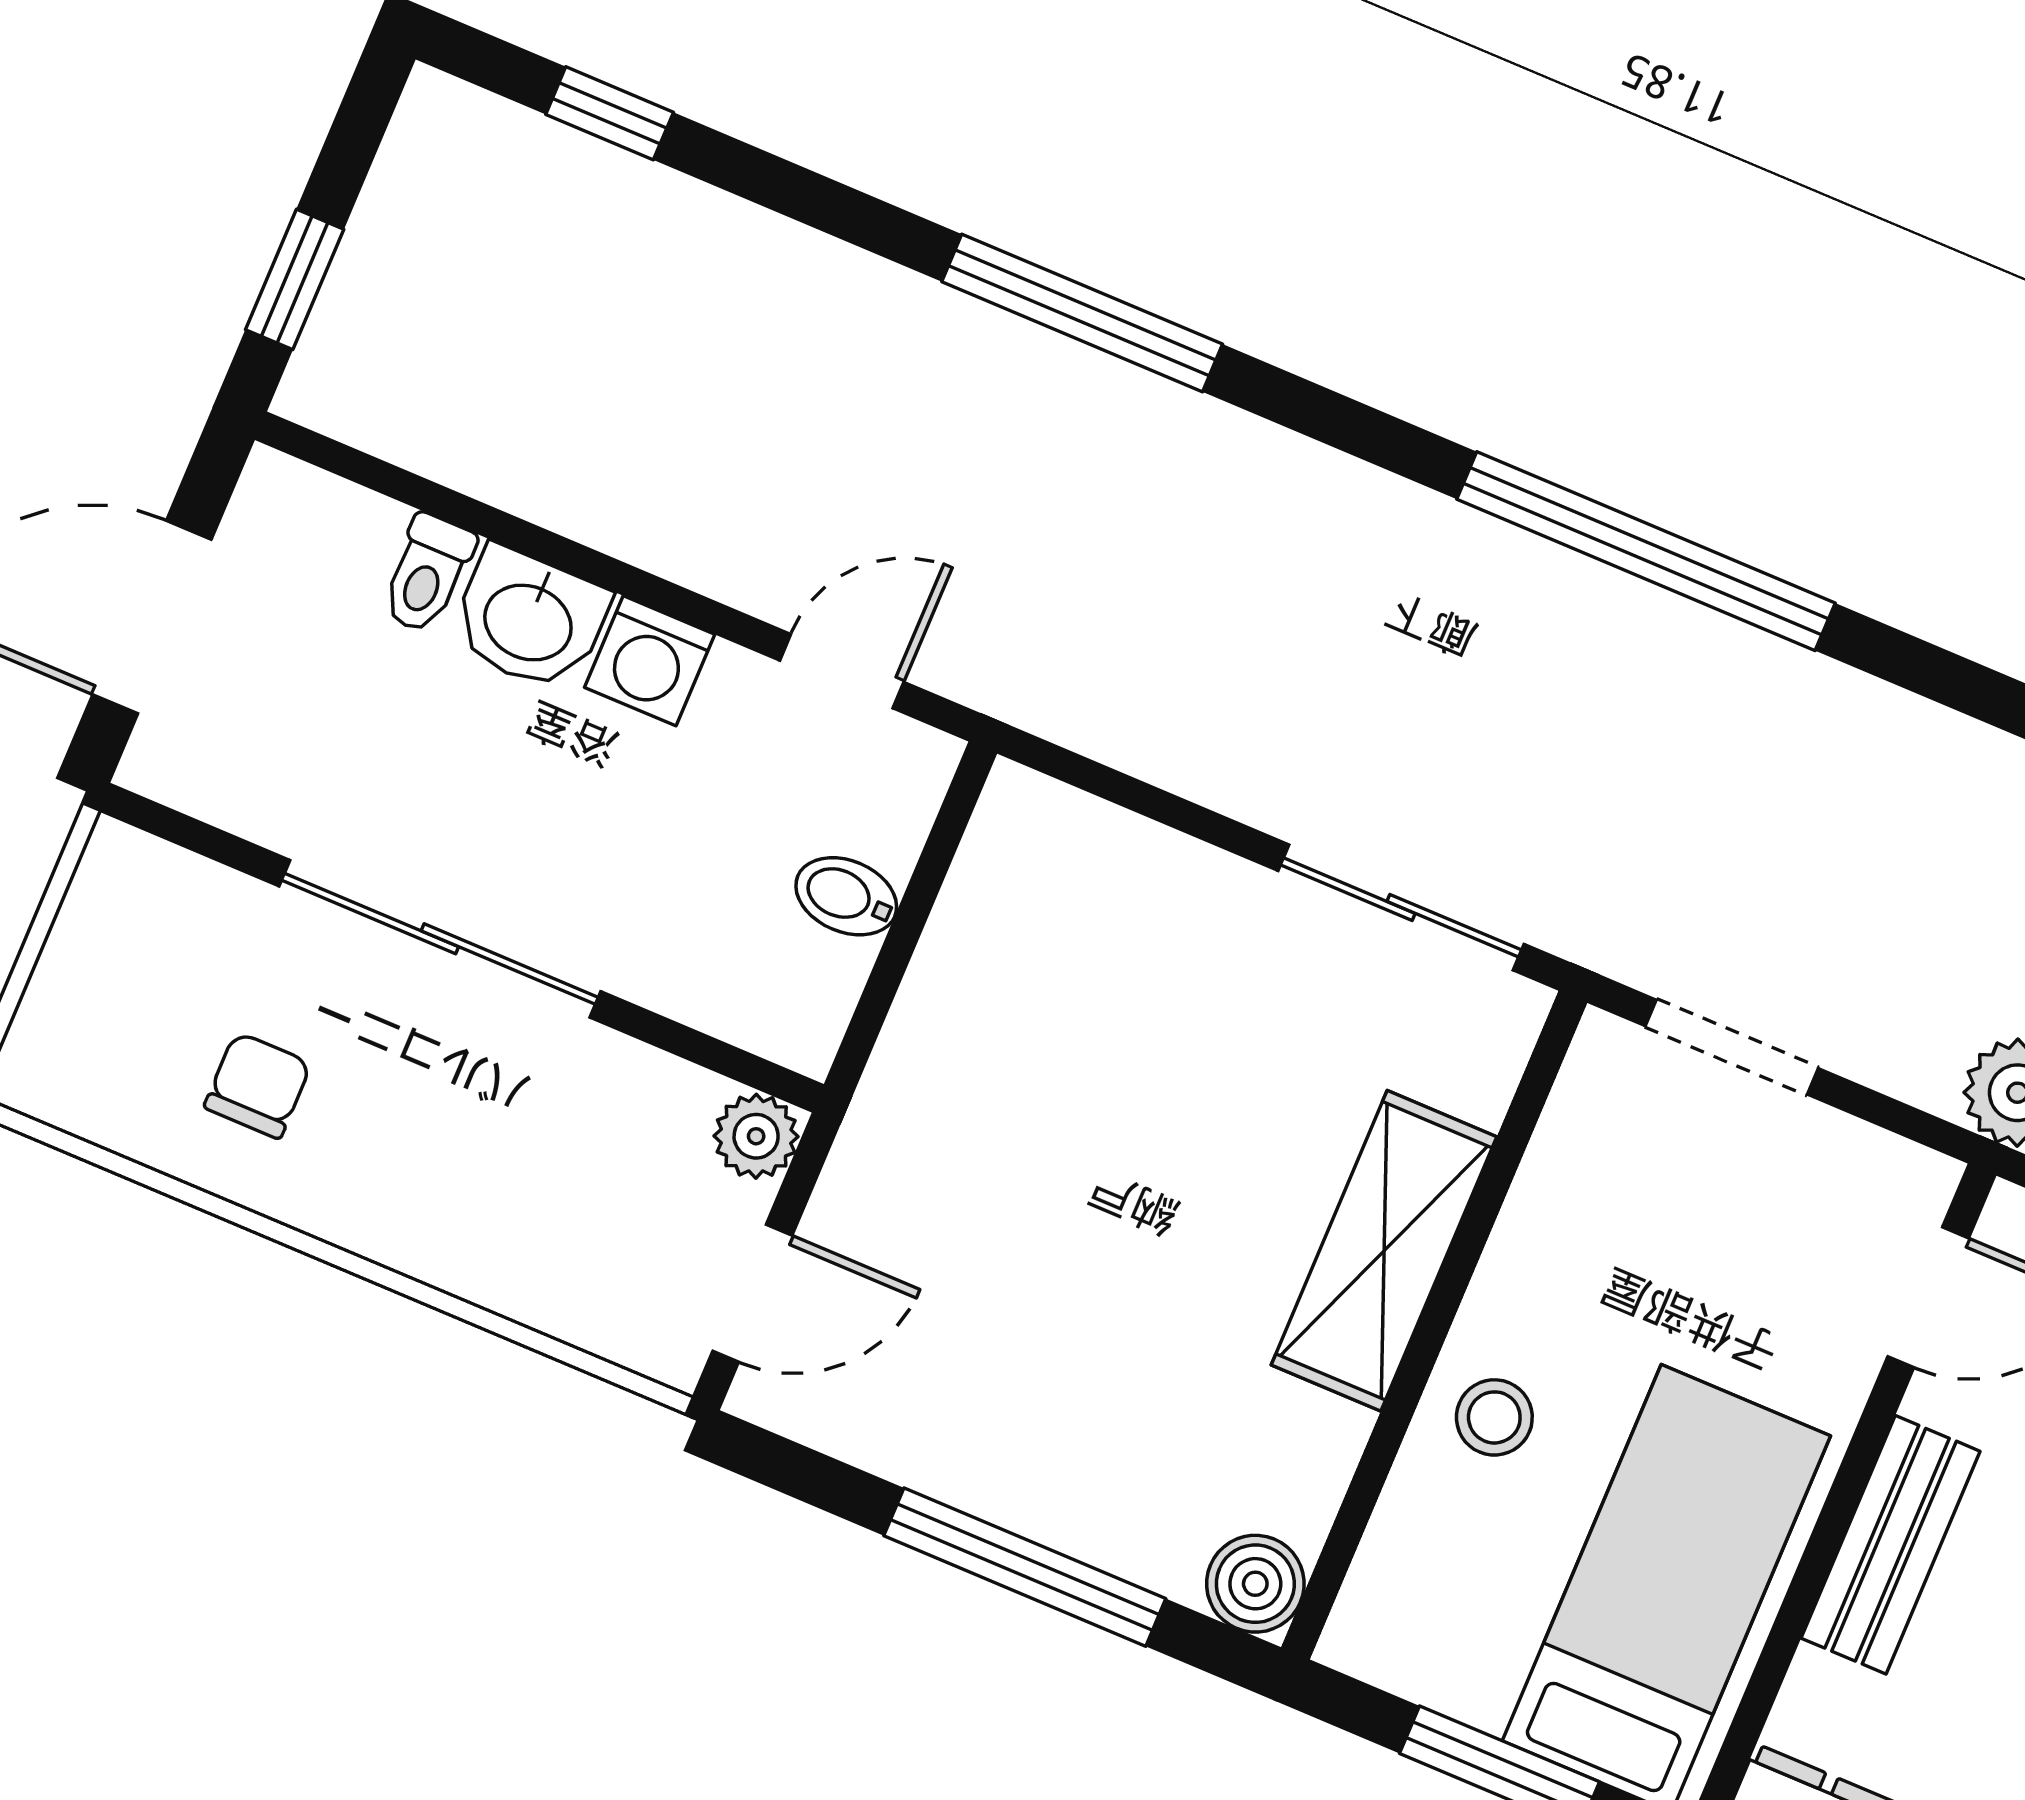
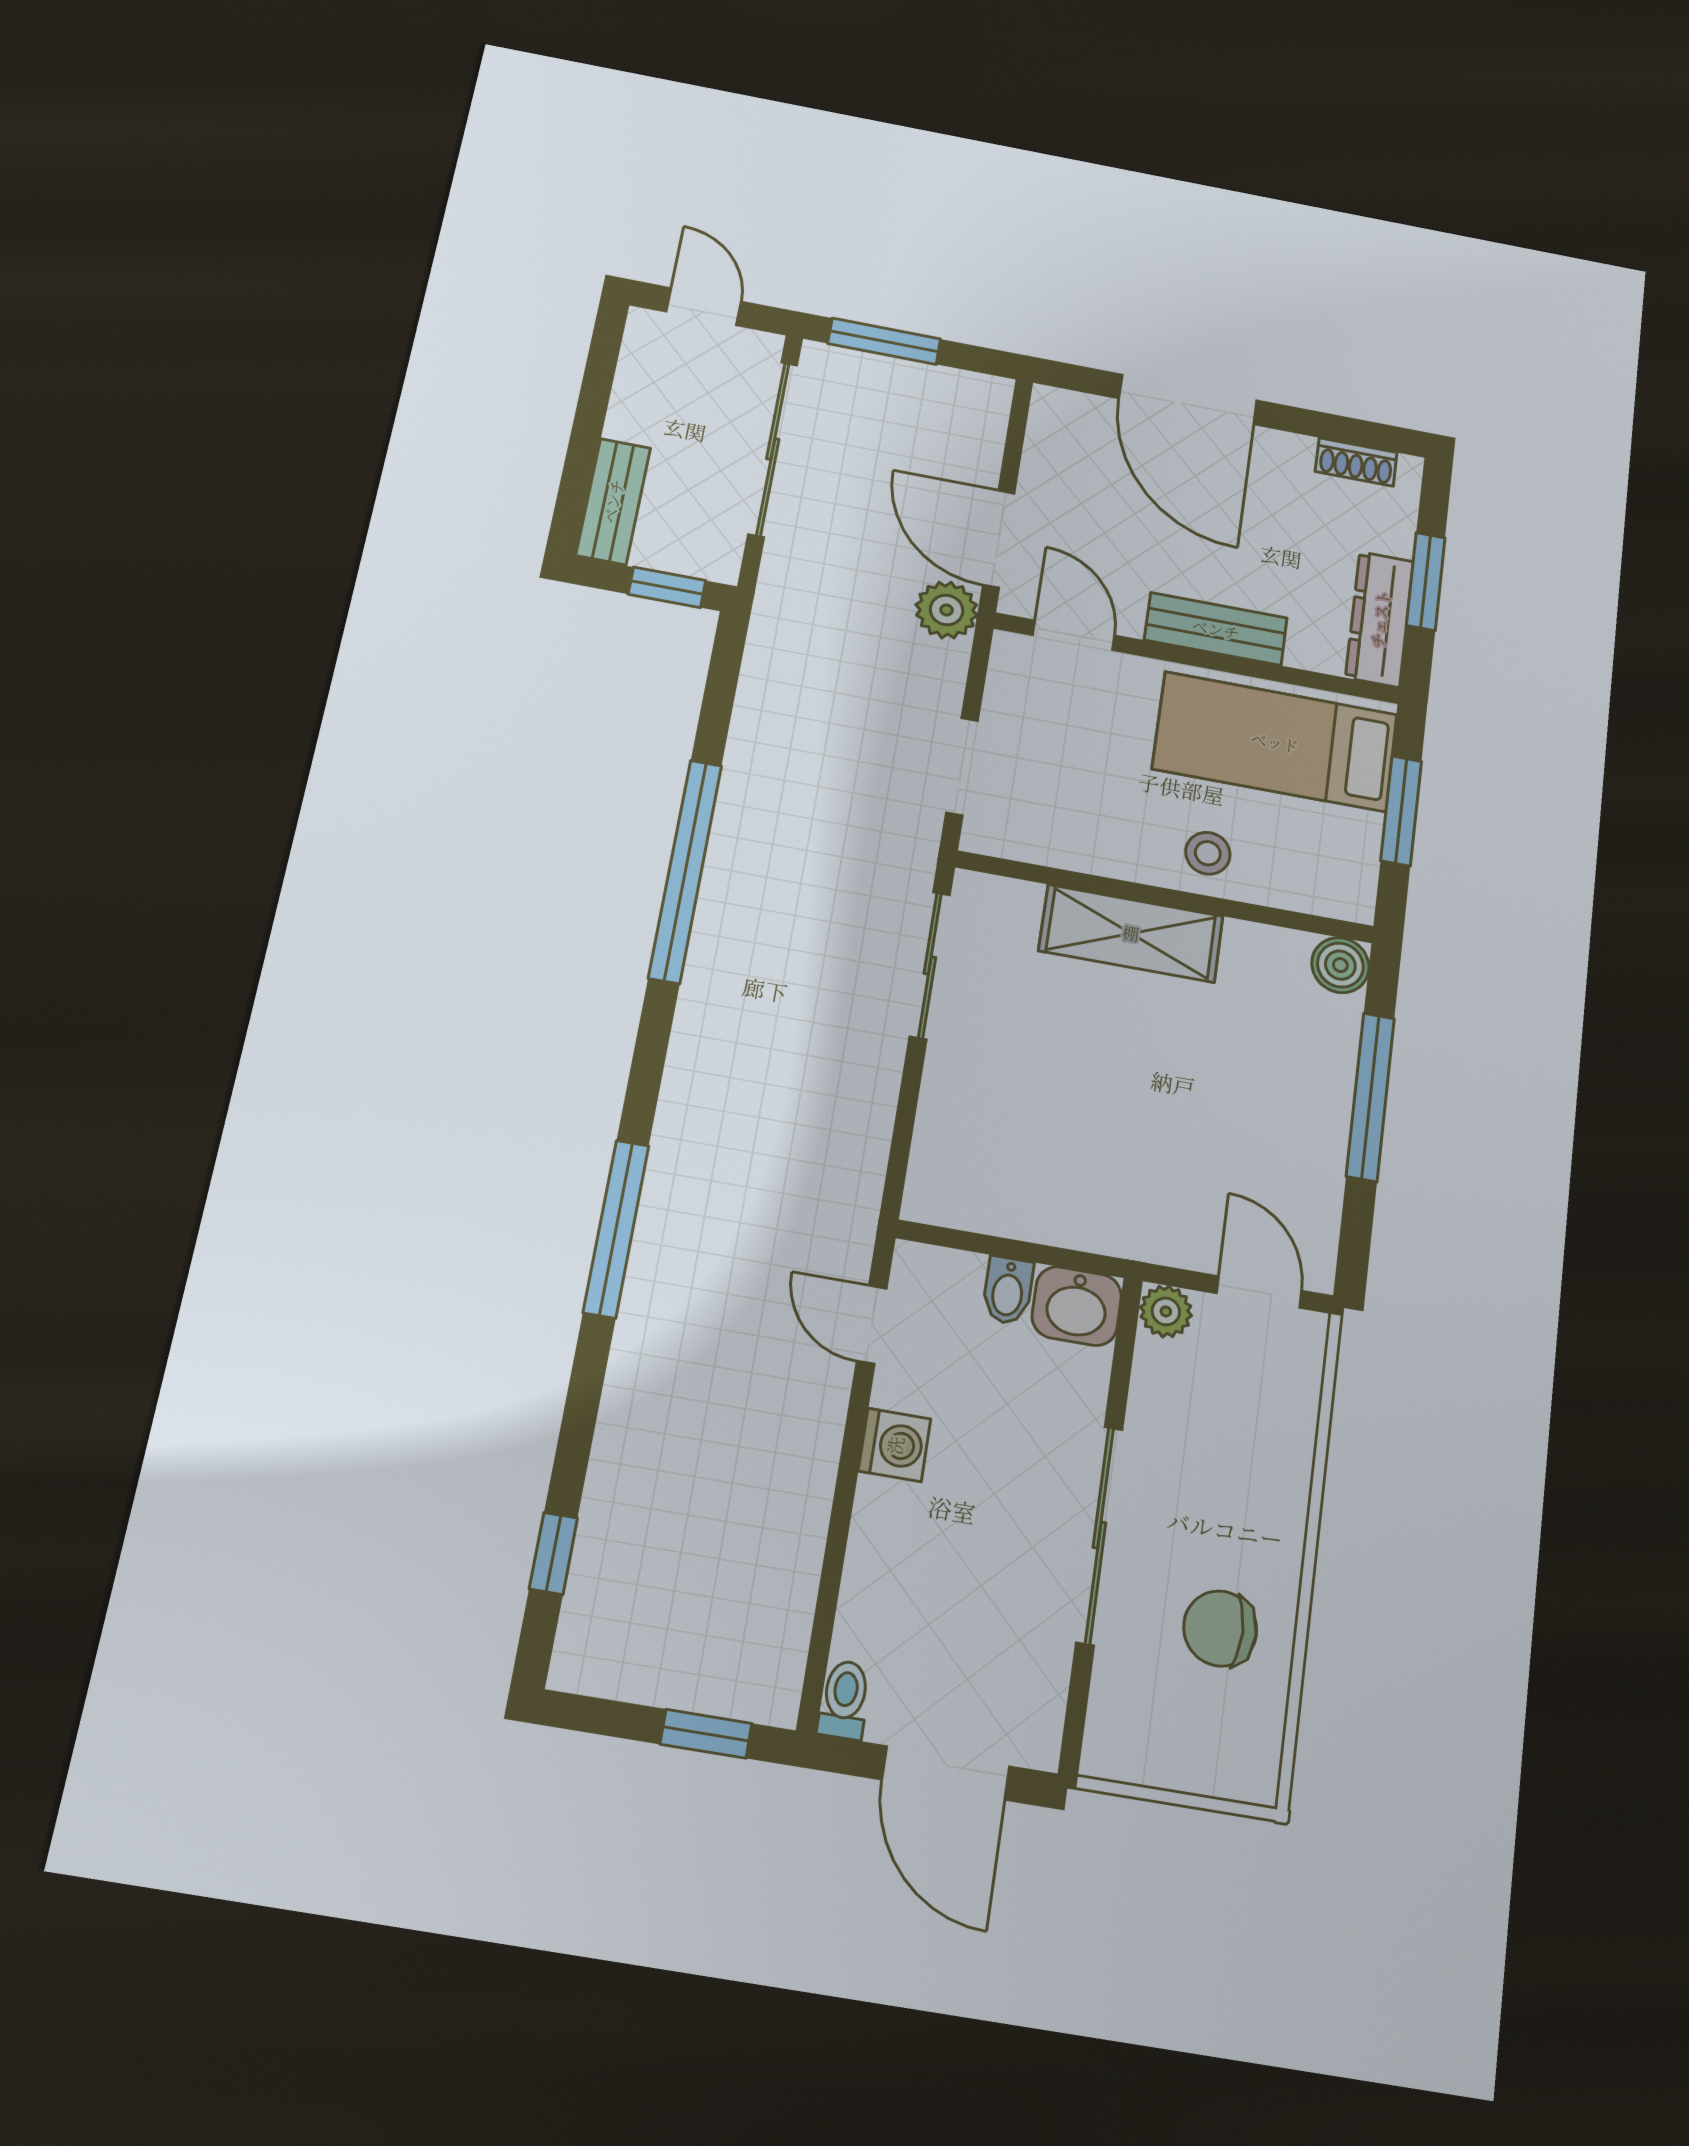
toilet: (427, 574) -> (844, 1700), moved, turned -90
washbasin: (529, 619) -> (1077, 1306), moved, turned 90
chair: (258, 1085) -> (1220, 1628), width x1.37, depth x1.37

